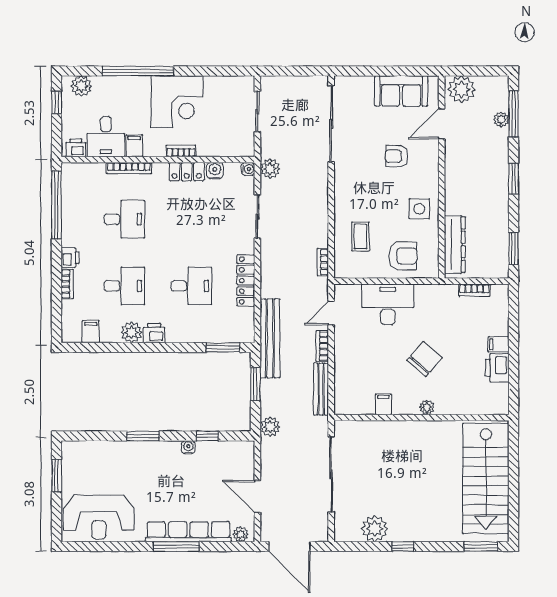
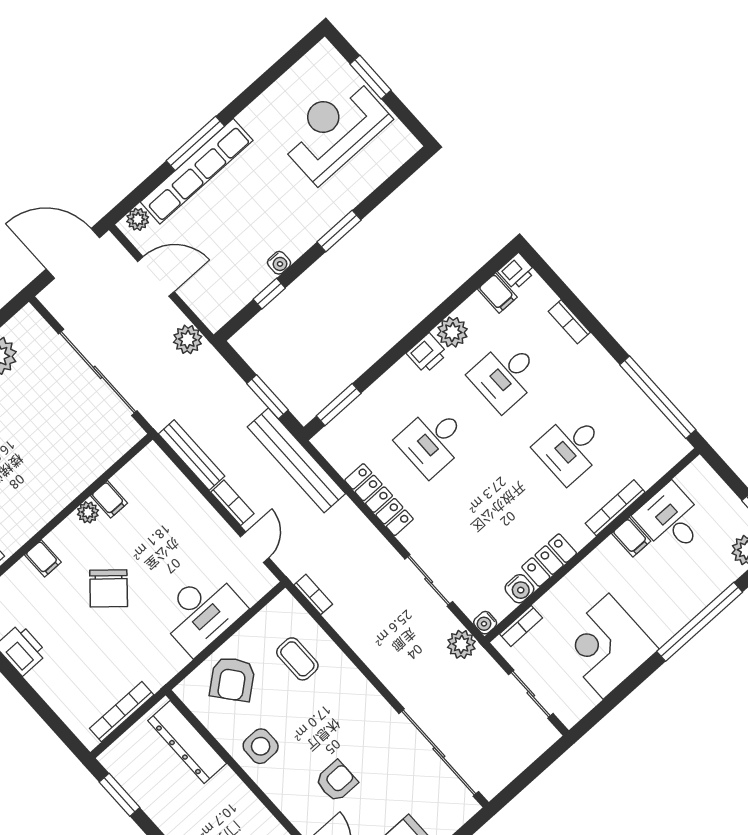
corner desk: (177, 102) -> (606, 646), moved
printer: (76, 148) -> (692, 478), removed
bookcase: (181, 151) -> (521, 626), moved
armchair: (403, 256) -> (232, 679), turned -39
printer: (70, 258) -> (517, 271), moved, turned -90
bookcase: (474, 290) -> (122, 712), width x1.56
filing cabinet: (499, 344) -> (43, 558), moved, turned 90
plant: (427, 407) -> (88, 512), moved
plant: (270, 427) -> (188, 339), moved
window: (57, 476) -> (371, 77), moved
reception desk: (99, 517) -> (334, 129), moved

